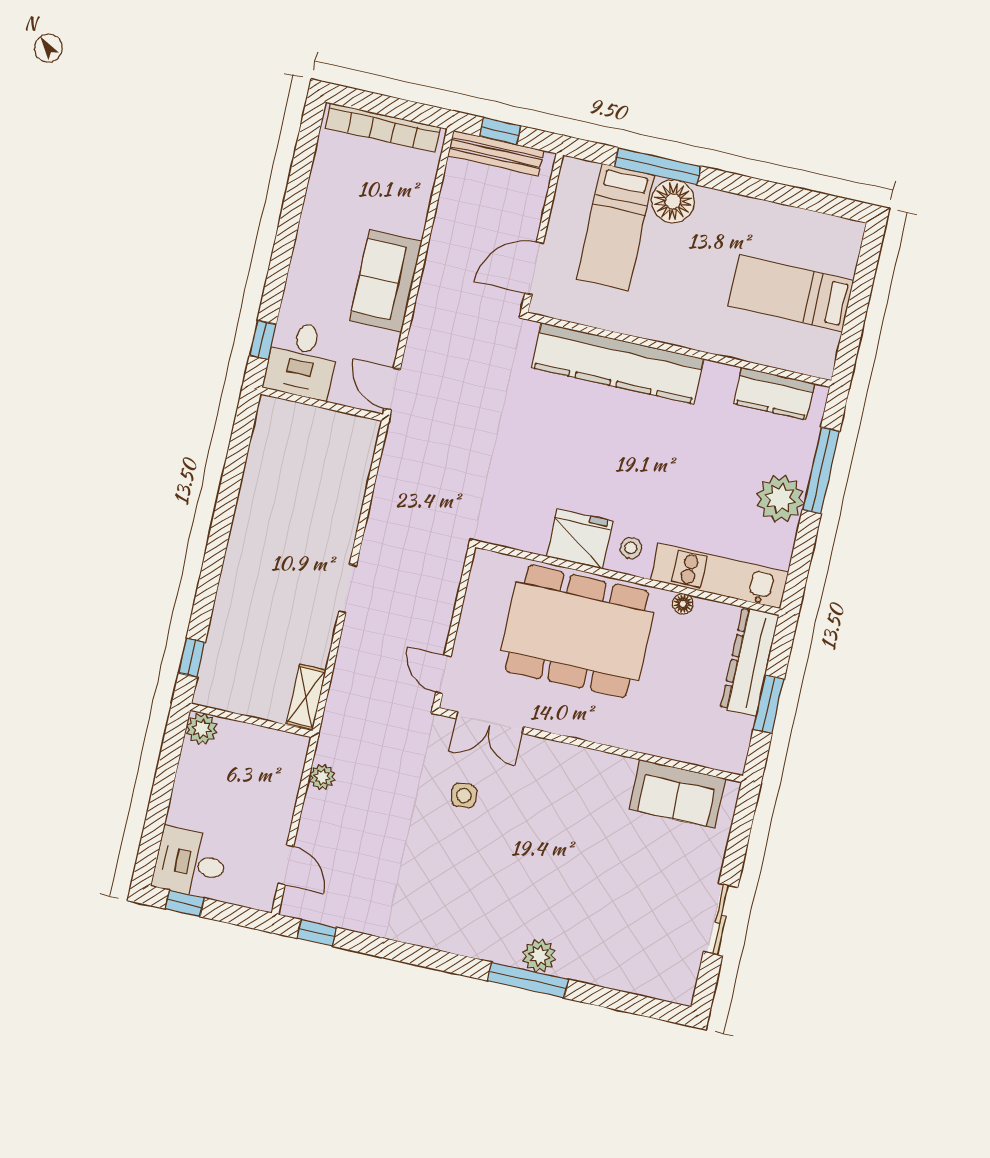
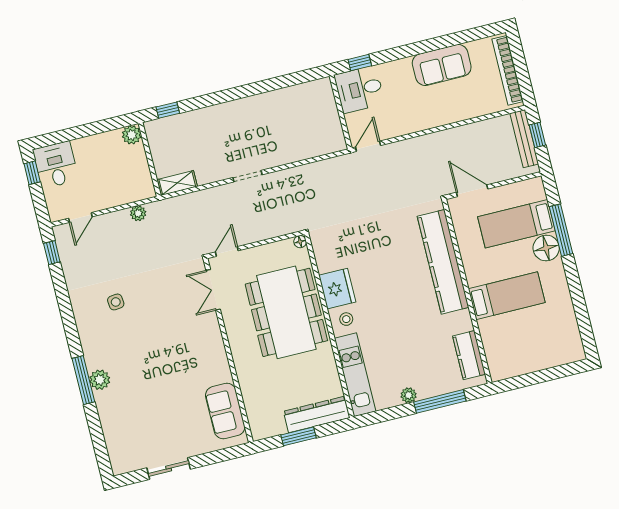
sofa: (386, 281) -> (442, 65), moved, turned 180
bed: (791, 293) -> (507, 296), moved, turned 90
plant: (780, 499) -> (409, 395), width x0.53, depth x0.53
floor lamp: (683, 604) -> (300, 242), moved
side table: (464, 795) -> (116, 302), moved

